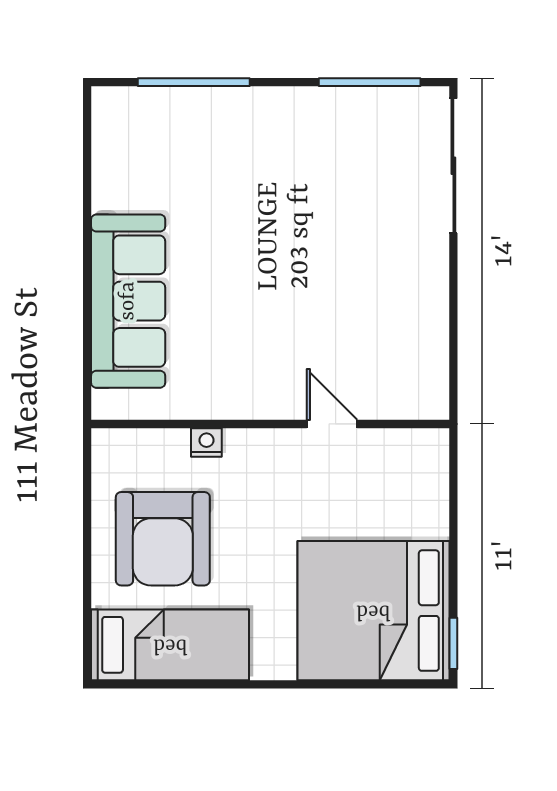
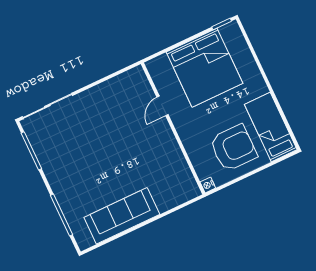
sofa: (128, 301) -> (122, 216), moved
nightstand: (206, 442) -> (208, 185), moved
bed: (373, 611) -> (205, 68), moved

